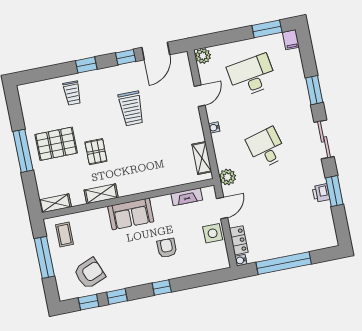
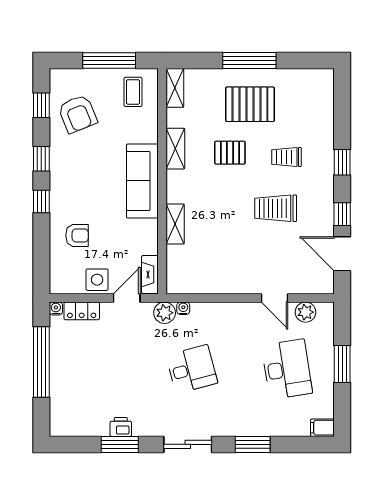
window: (267, 29) -> (342, 364), moved
plant: (203, 56) -> (306, 312), moved
trolley: (72, 93) -> (286, 157), moved
water cooler: (214, 128) -> (183, 308), moved
pallet: (56, 144) -> (250, 104), turned 90
shelving: (202, 158) -> (175, 224), moved, turned 90
fireplace: (187, 197) -> (150, 275), moved
door: (222, 208) -> (127, 298), swing flipped
sofa: (131, 214) -> (142, 181), width x1.36
coffee table: (65, 235) -> (133, 92), turned 90
armchair: (167, 248) -> (77, 235), moved
window: (117, 296) -> (41, 159), moved

